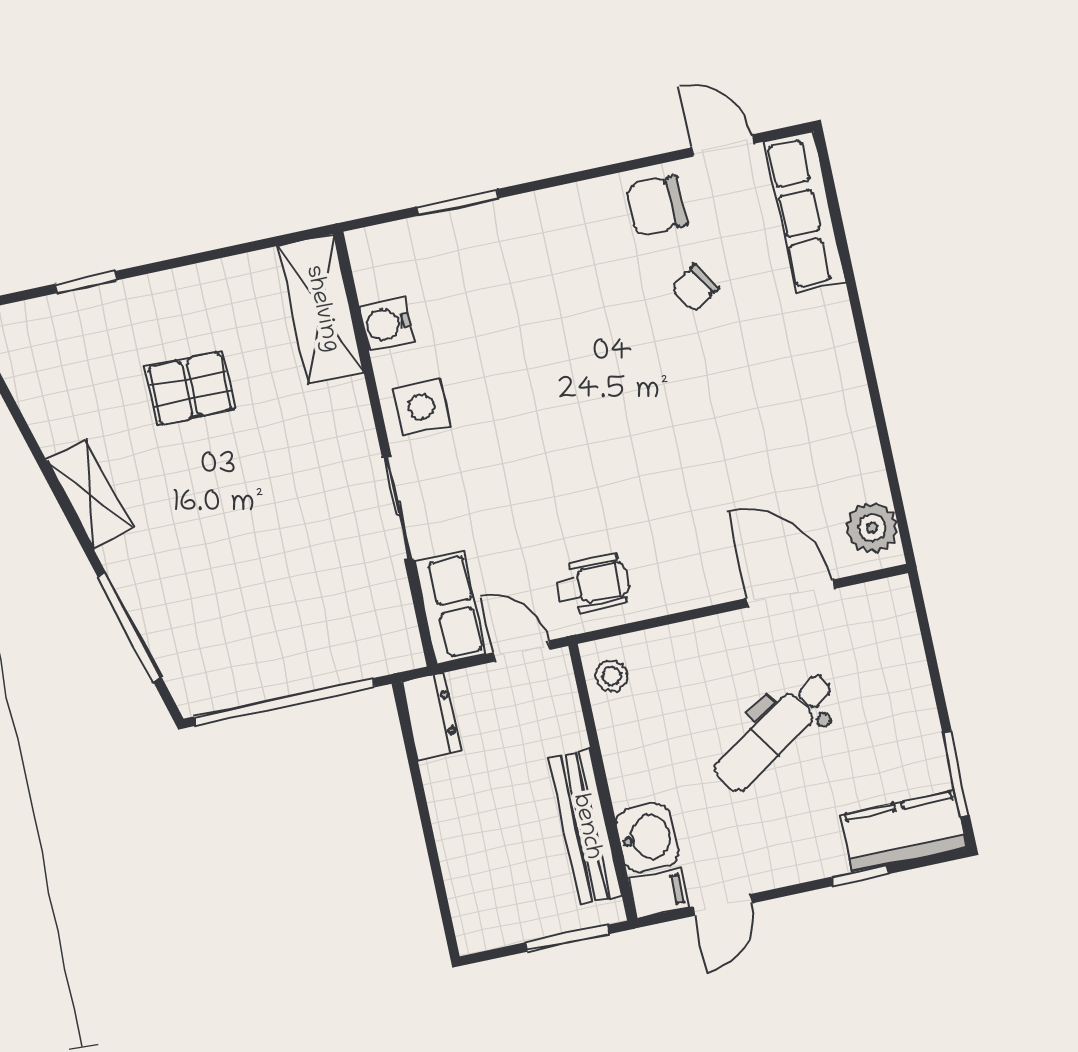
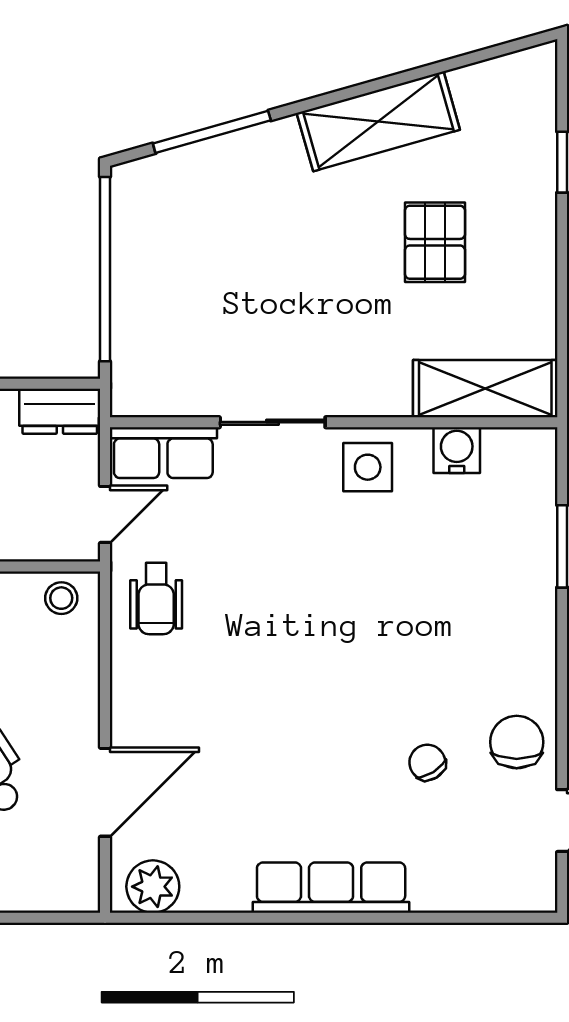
row of seats: (805, 212) -> (331, 888), moved
shelving: (90, 494) -> (378, 121), width x1.50, depth x1.33

